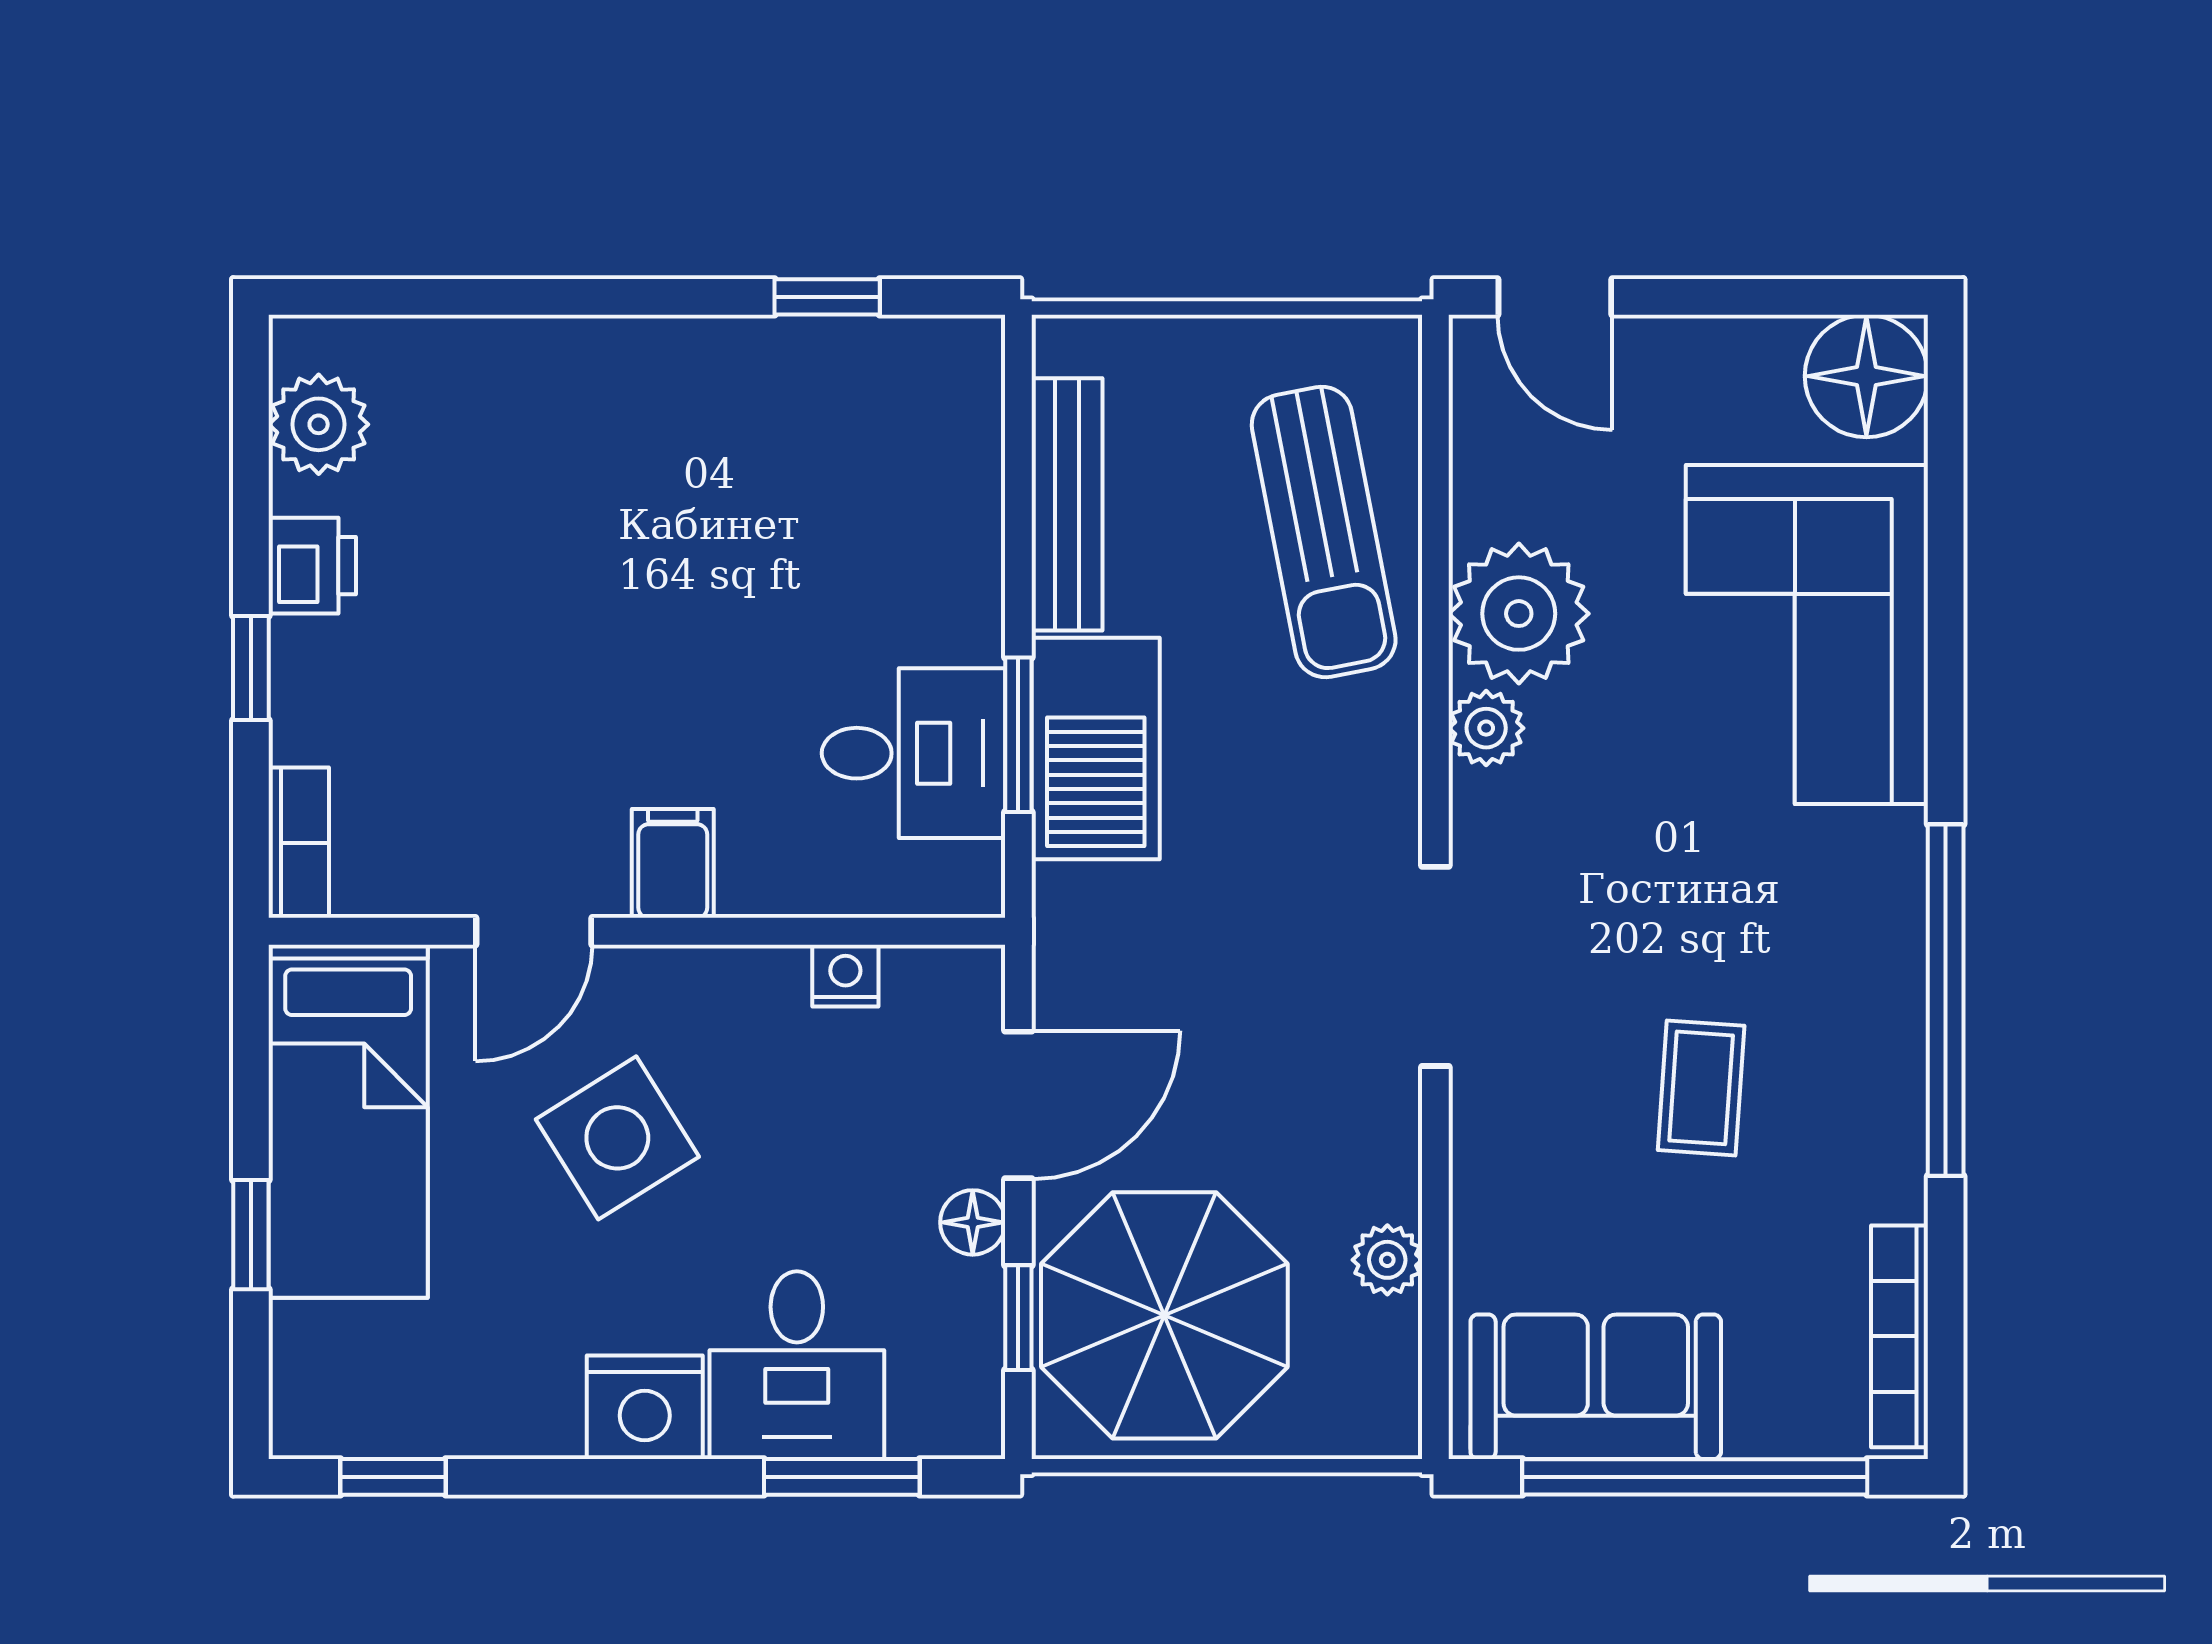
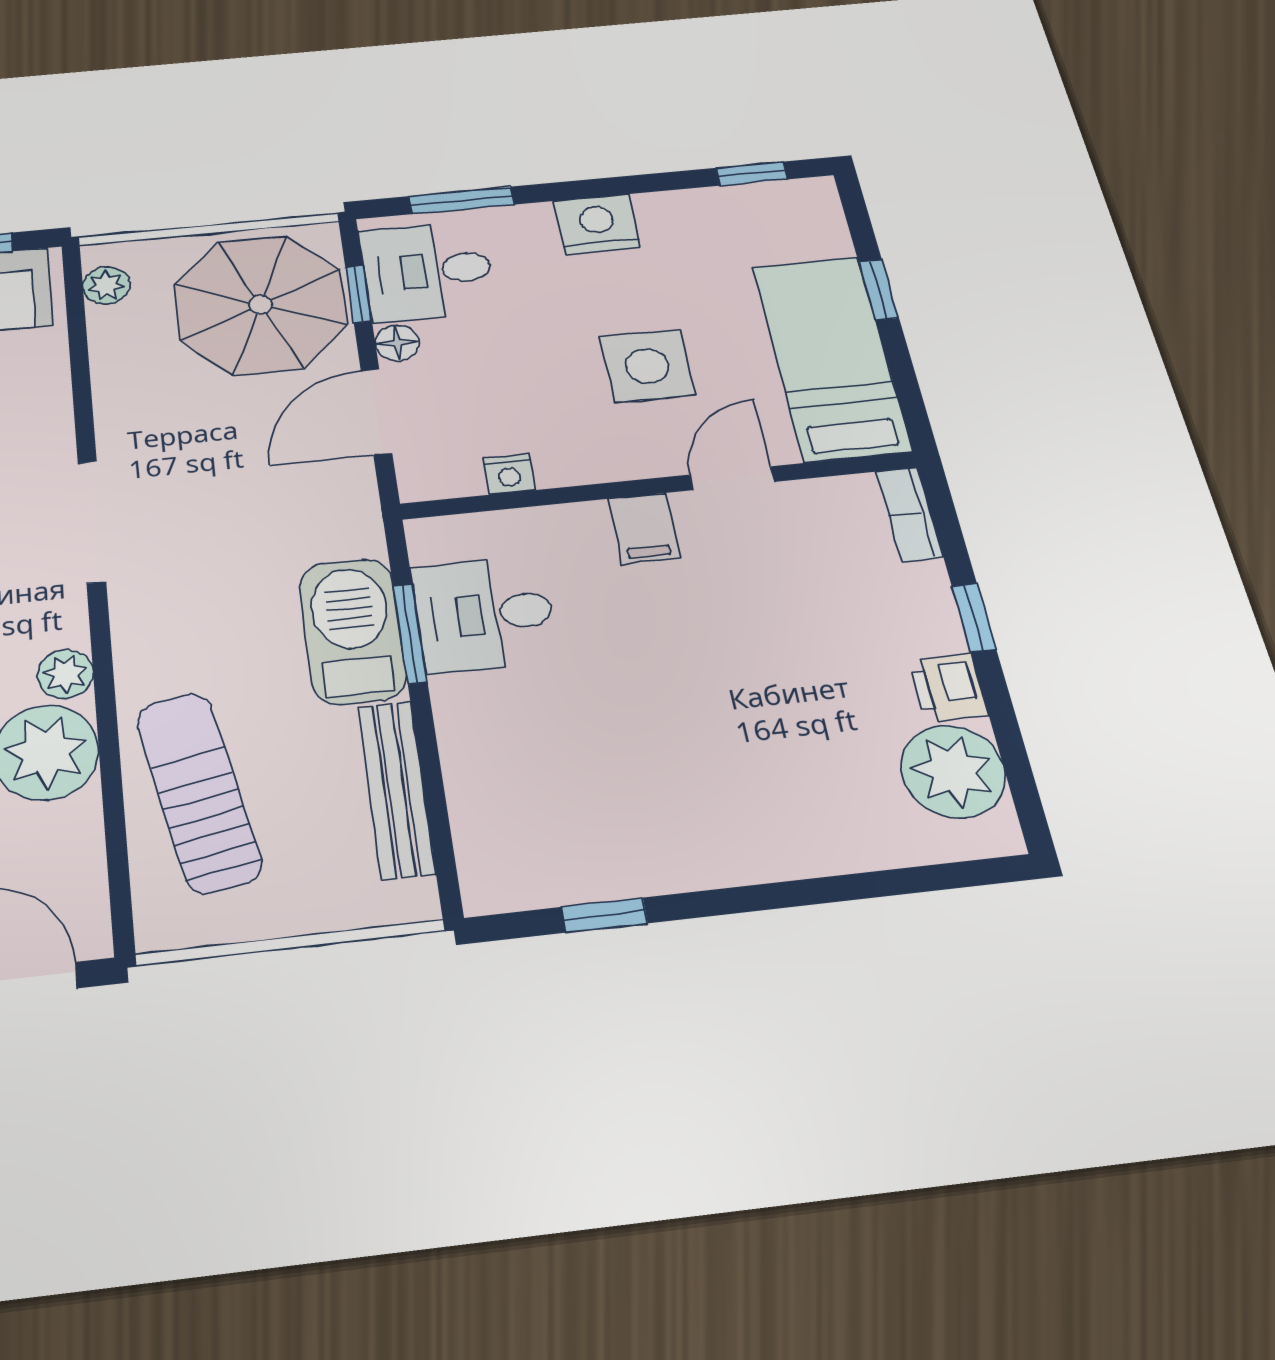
plant: (319, 424) -> (953, 771), width x1.36, depth x1.36
side table: (617, 1138) -> (647, 366), turned 32
plant: (1387, 1260) -> (106, 285), moved
desk: (797, 1365) -> (427, 271), moved, turned -90

